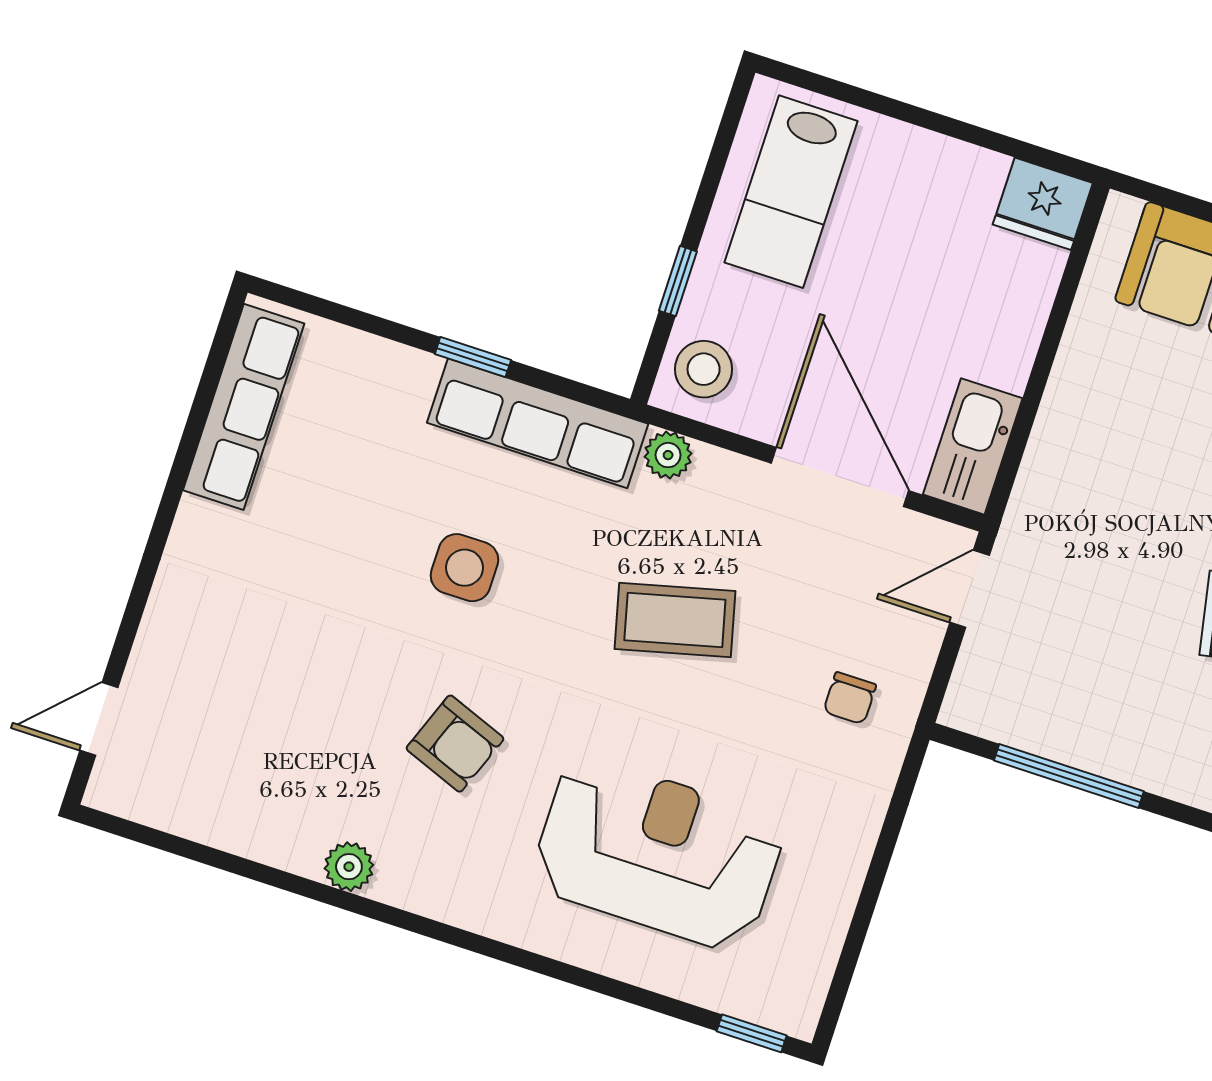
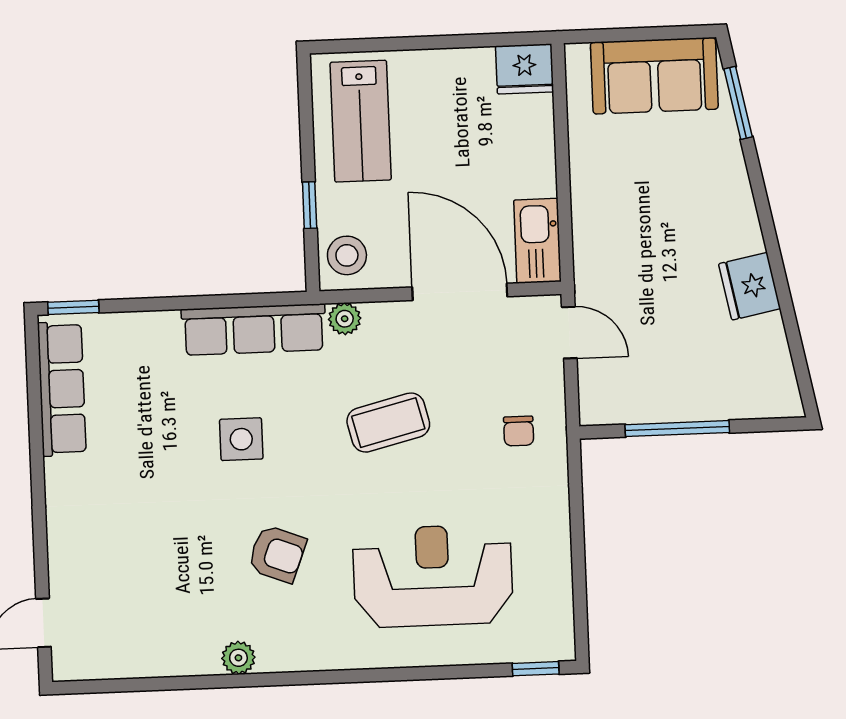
window: (473, 357) -> (73, 307), moved
door: (970, 589) -> (569, 333), swing flipped

